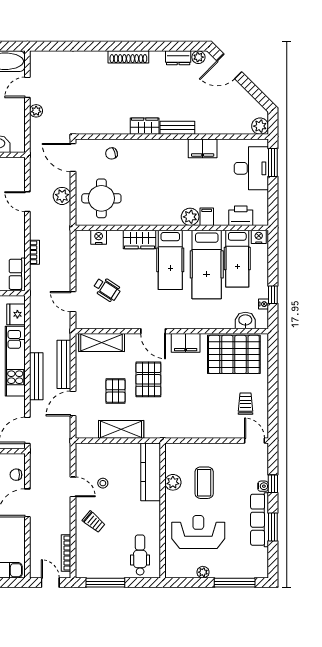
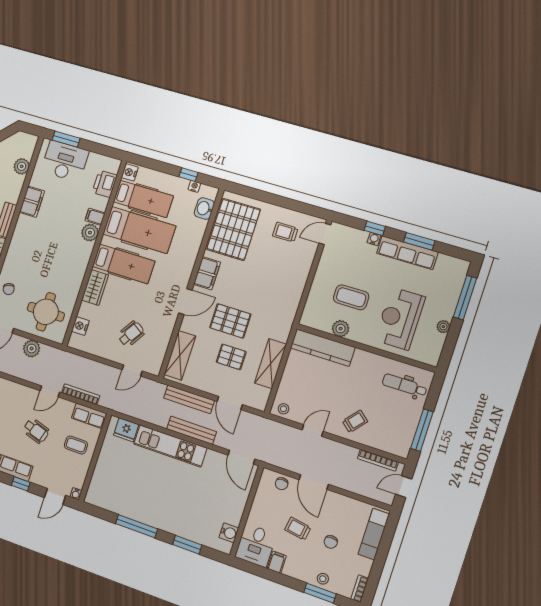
plant: (260, 126) -> (22, 166), moved
door: (27, 202) -> (50, 391), moved
bookcase: (35, 252) -> (81, 394), width x1.56
stool: (103, 483) -> (283, 409), moved

